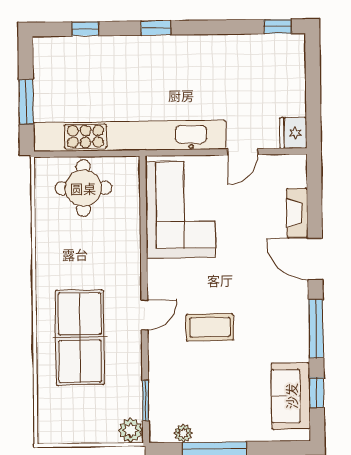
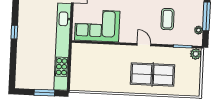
window: (85, 29) -> (13, 64), removed
round table: (83, 188) -> (85, 69), removed
coffee table: (210, 327) -> (167, 19), moved

